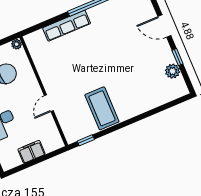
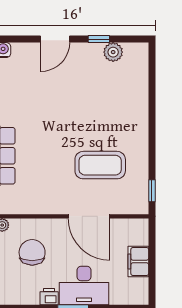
door: (49, 103) -> (89, 216), width x1.87
coffee table: (102, 108) -> (100, 165), moved

